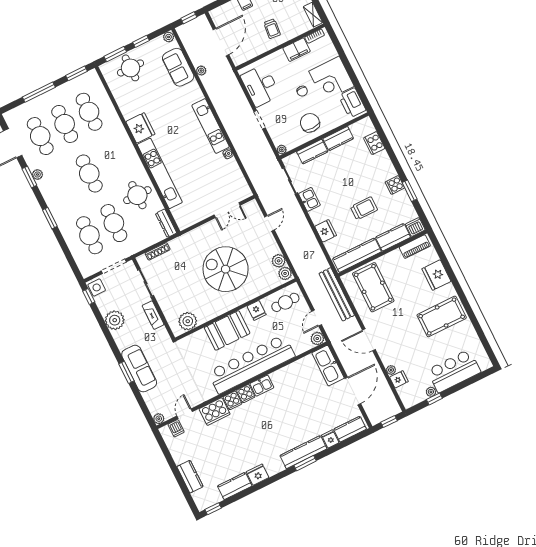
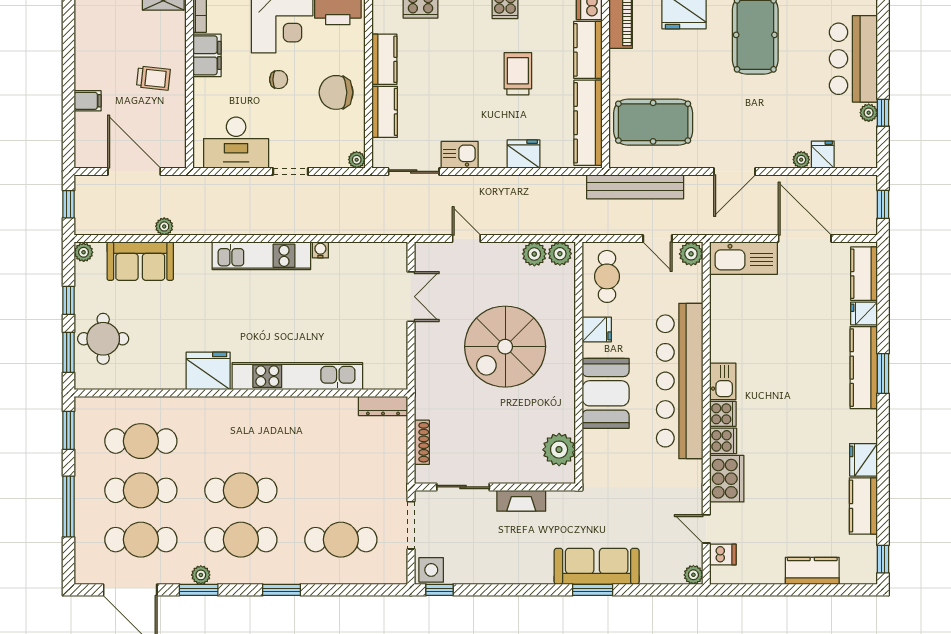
round table: (137, 195) -> (315, 430), removed
cafe table: (114, 223) -> (241, 540), moved
plant: (115, 320) -> (499, 567), removed

